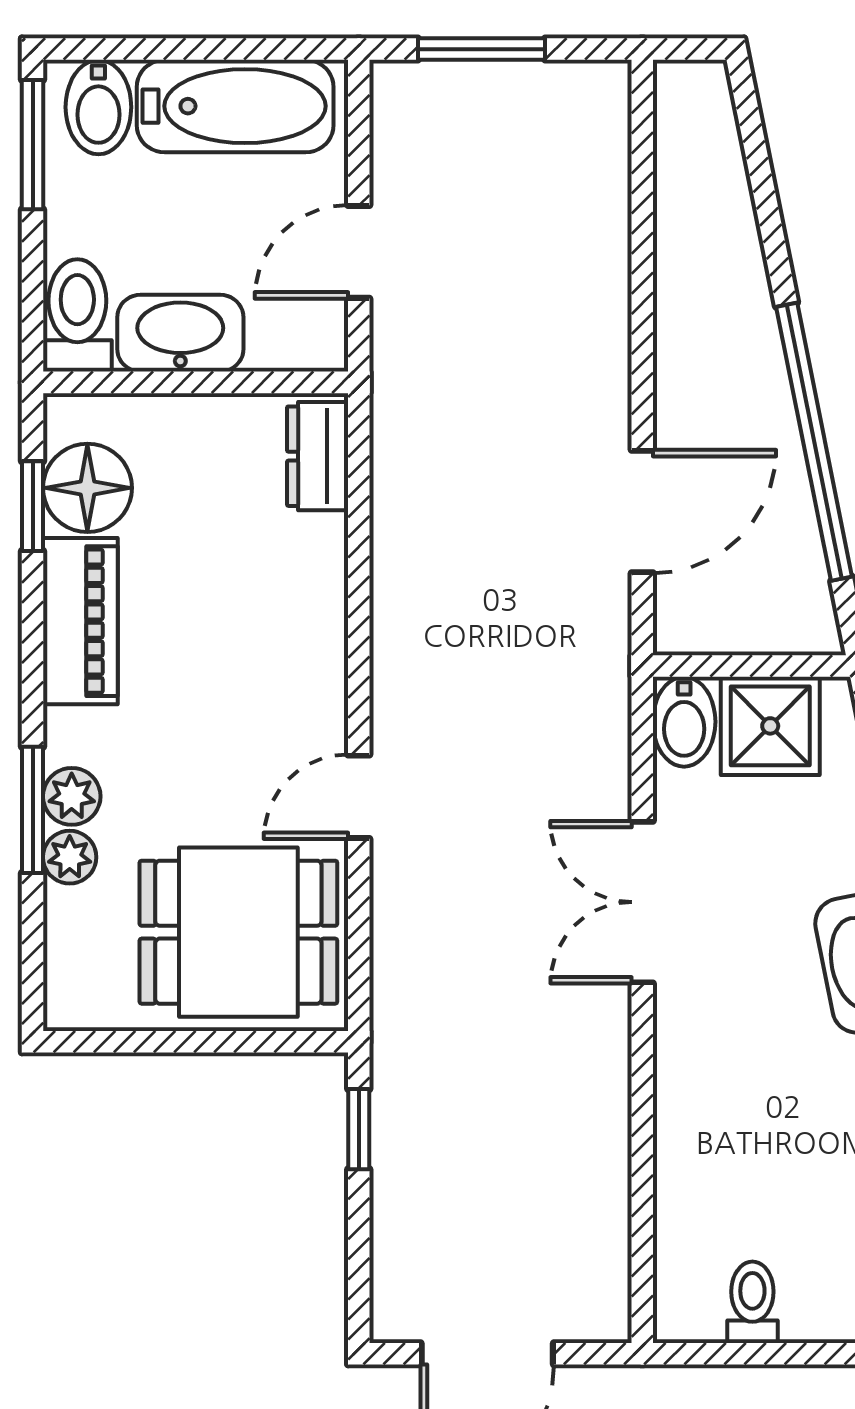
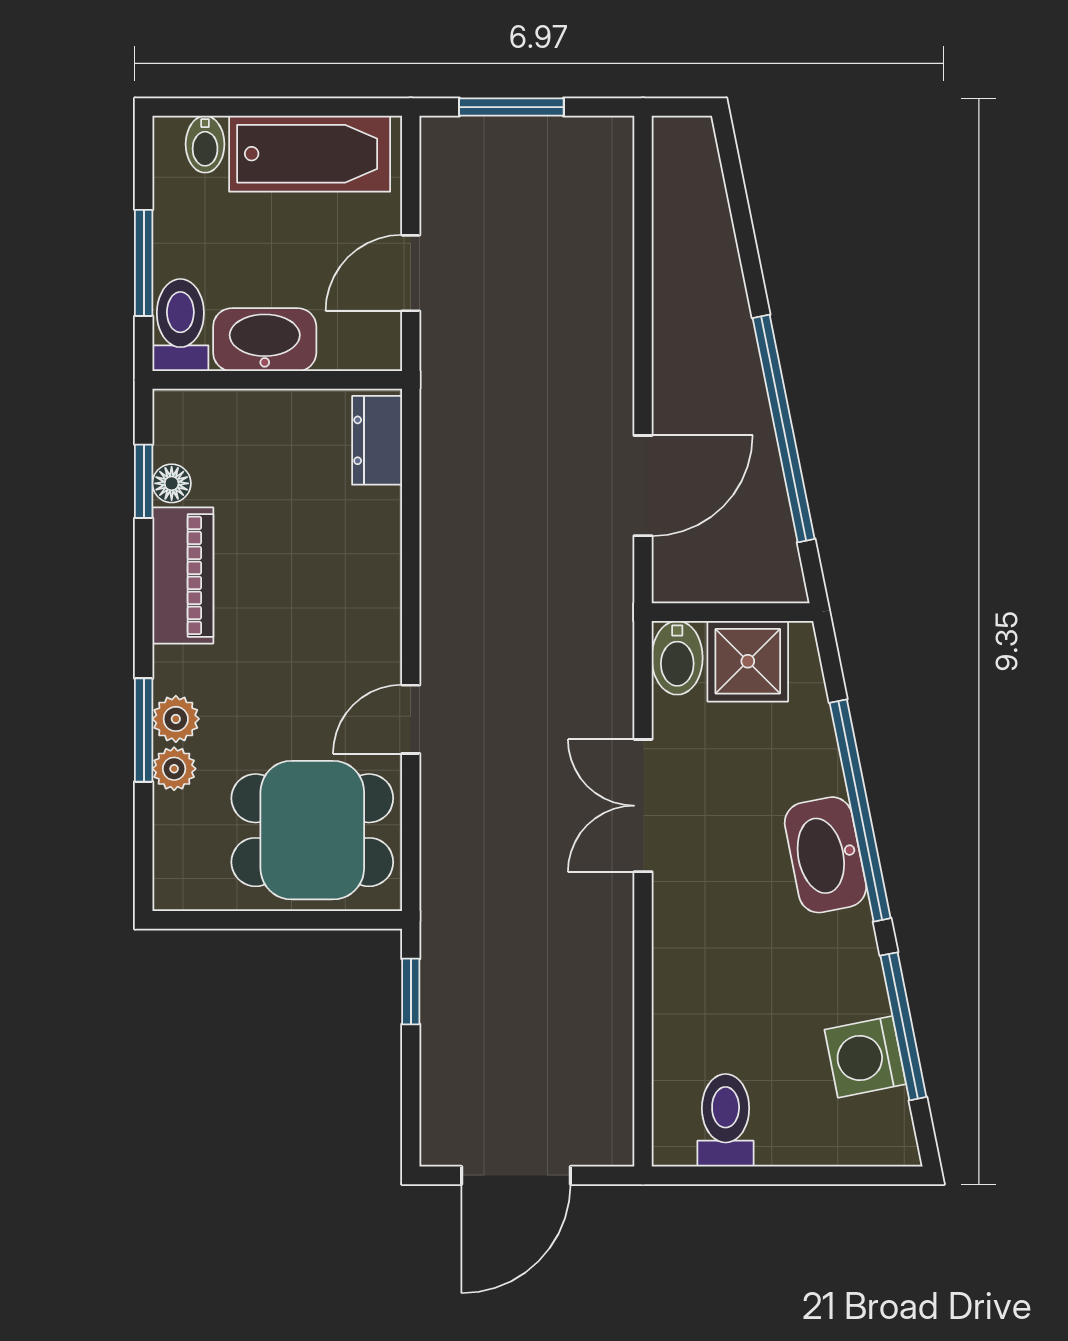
bidet: (98, 107) -> (205, 144), width x0.72, depth x0.74
window: (33, 145) -> (144, 263), moved
floor lamp: (87, 488) -> (172, 483), width x0.53, depth x0.53
toilet: (752, 1302) -> (726, 1120), width x1.37, depth x1.39

